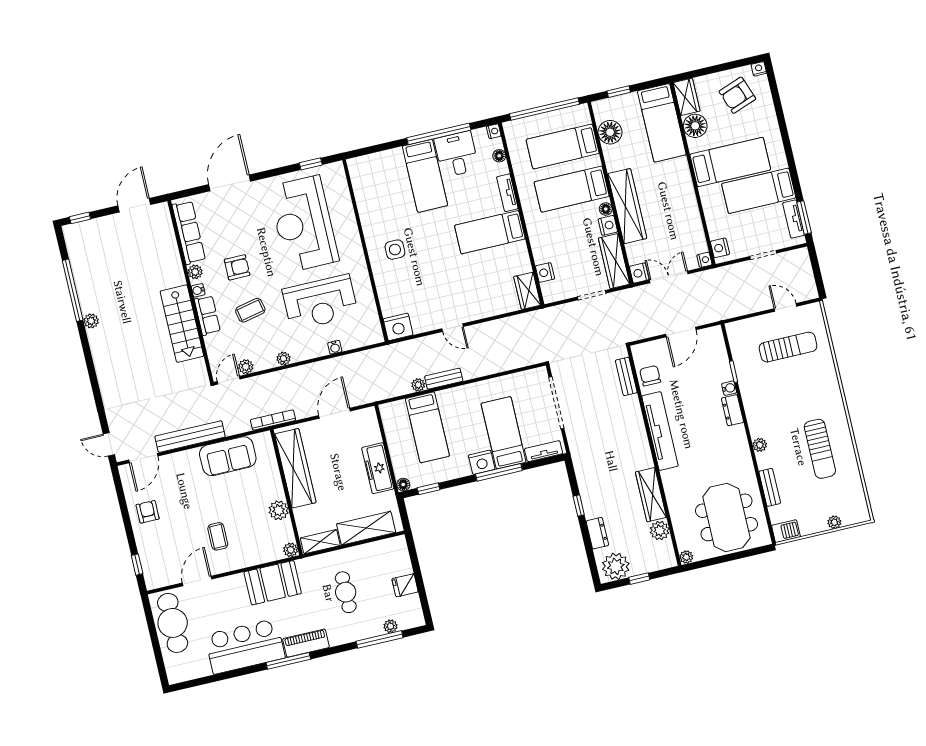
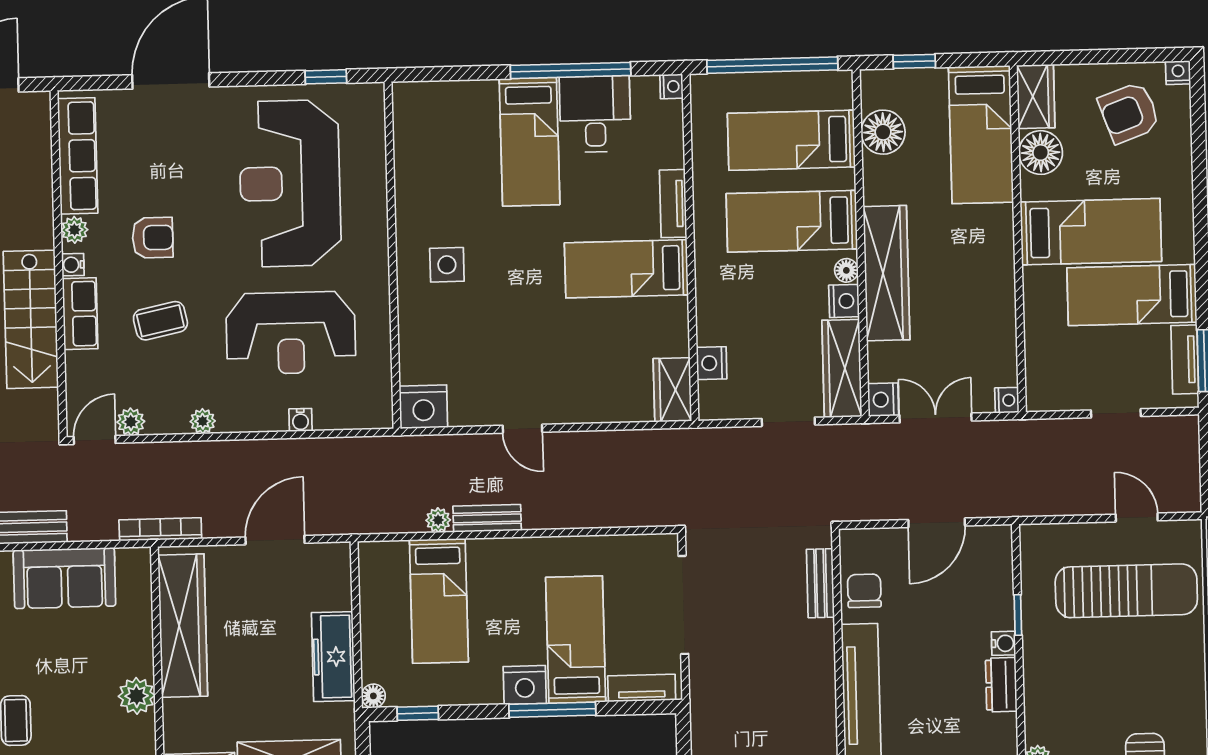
floor lamp: (499, 156) -> (672, 133), removed
nightstand: (720, 248) -> (1040, 384), removed
sun lounger: (788, 347) -> (1126, 591), width x1.36, depth x1.34

